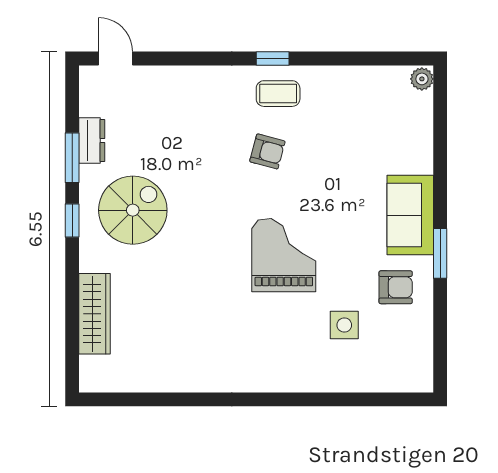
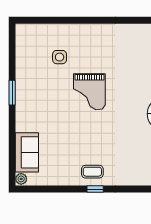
armchair: (267, 151) -> (98, 143), removed
sofa: (410, 215) -> (27, 152), moved
armchair: (396, 287) -> (34, 76), removed

